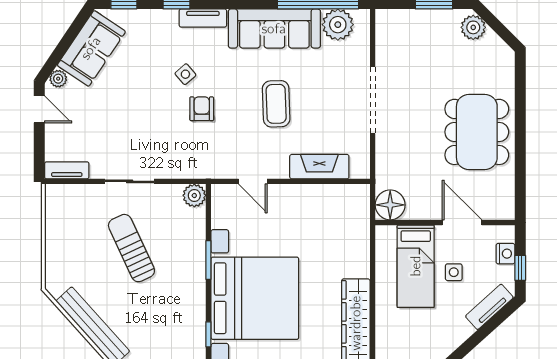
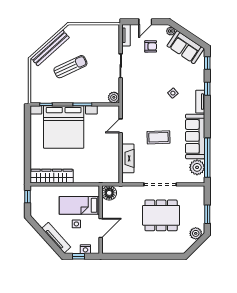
door: (39, 109) -> (145, 22), moved
armchair: (202, 109) -> (151, 46), moved
dining table: (477, 132) -> (161, 215), moved
sun lounger: (131, 248) -> (70, 67), moved
tv unit: (489, 307) -> (56, 238), width x1.41

